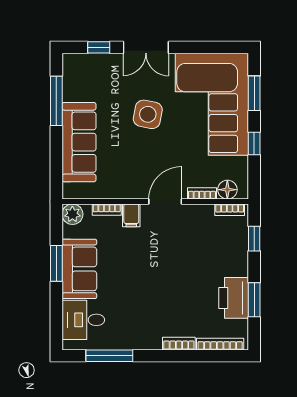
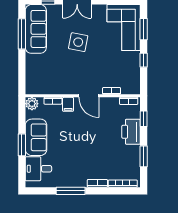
corner sofa: (212, 104) -> (124, 28), width x0.73, depth x0.74
sofa: (79, 142) -> (36, 29), moved
floor lamp: (227, 190) -> (127, 89), removed
door: (165, 202) -> (89, 96), swing flipped
window: (56, 263) -> (22, 145), moved
printer: (234, 298) -> (131, 132), moved
window: (109, 356) -> (71, 191), moved

